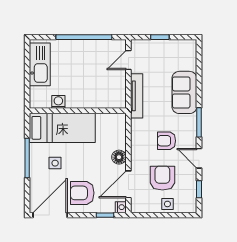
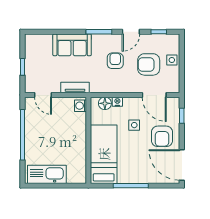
tv unit: (137, 96) -> (75, 87), width x0.71
washing machine: (58, 102) -> (80, 106), moved
armchair: (167, 141) -> (115, 61), turned 180
floor lamp: (119, 157) -> (105, 103), moved
side table: (55, 163) -> (134, 125), moved
nightstand: (121, 207) -> (117, 102), moved

